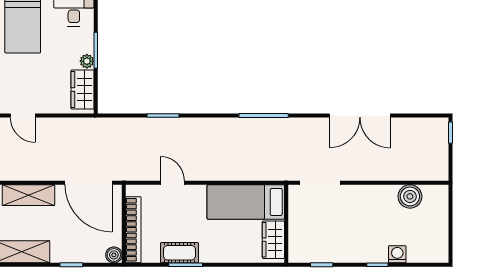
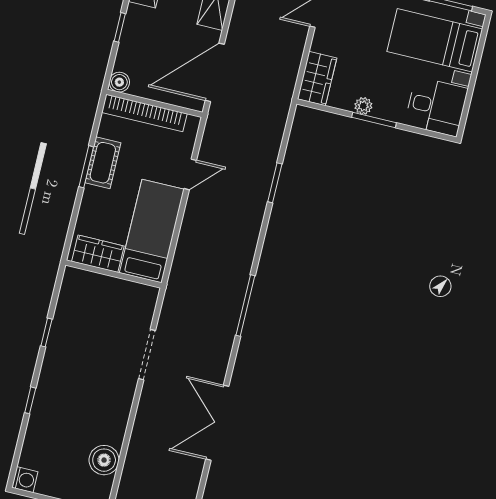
wardrobe: (82, 90) -> (317, 78), moved, turned 90
bed: (246, 202) -> (152, 231), moved
wall: (286, 224) -> (113, 274), moved
wardrobe: (273, 240) -> (98, 254), moved
washing machine: (397, 254) -> (25, 480), moved

